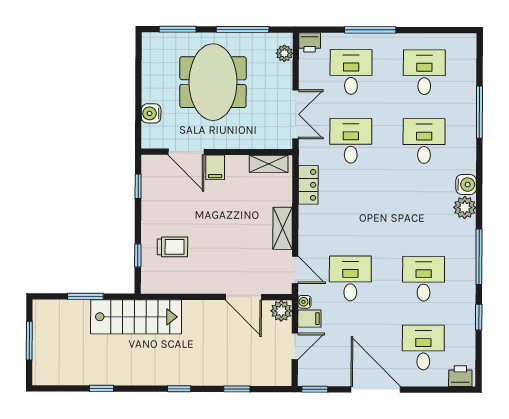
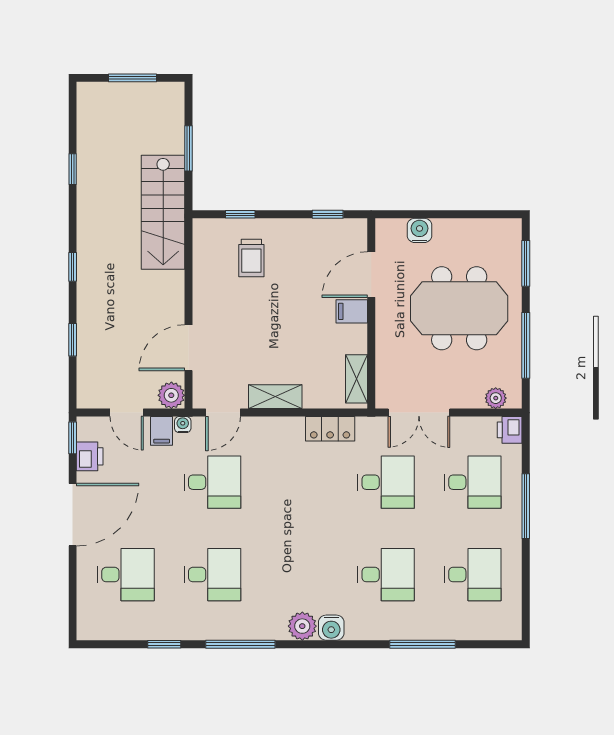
printer: (460, 376) -> (90, 456), moved

